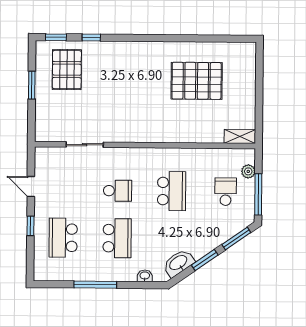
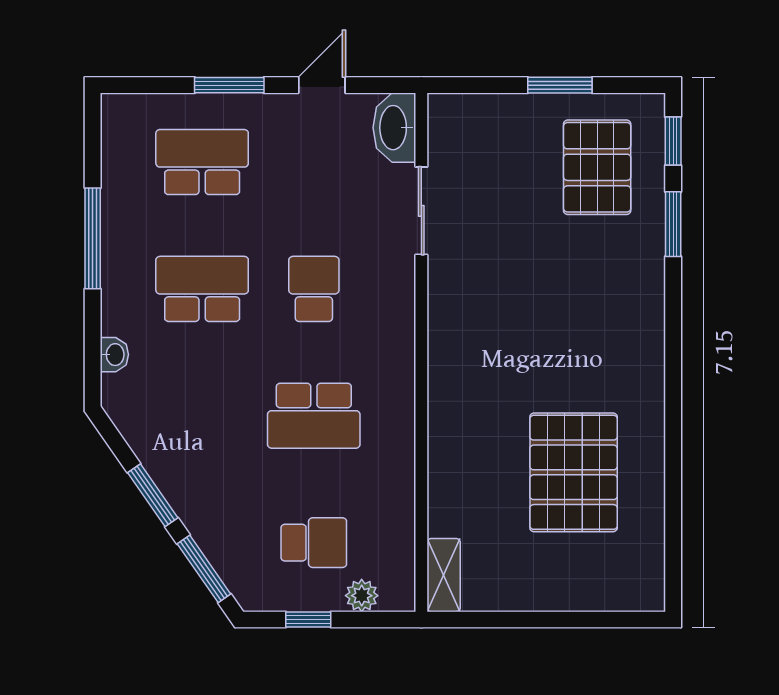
window: (91, 37) -> (673, 224), width x1.50
pallet: (67, 70) -> (597, 167), turned 90
school desk: (118, 191) -> (314, 289), turned 180
window: (258, 194) -> (308, 619), width x0.46
window: (31, 226) -> (229, 85), width x1.50
school desk: (117, 238) -> (202, 289), turned 180
washbasin: (179, 263) -> (394, 128), moved, turned -145

